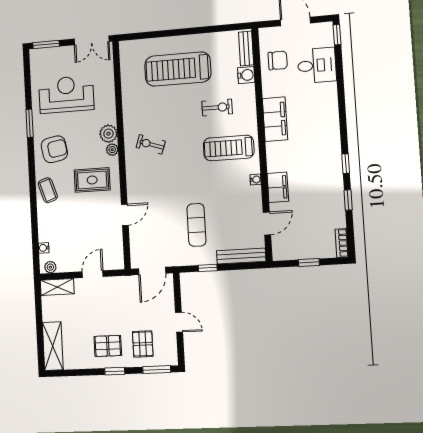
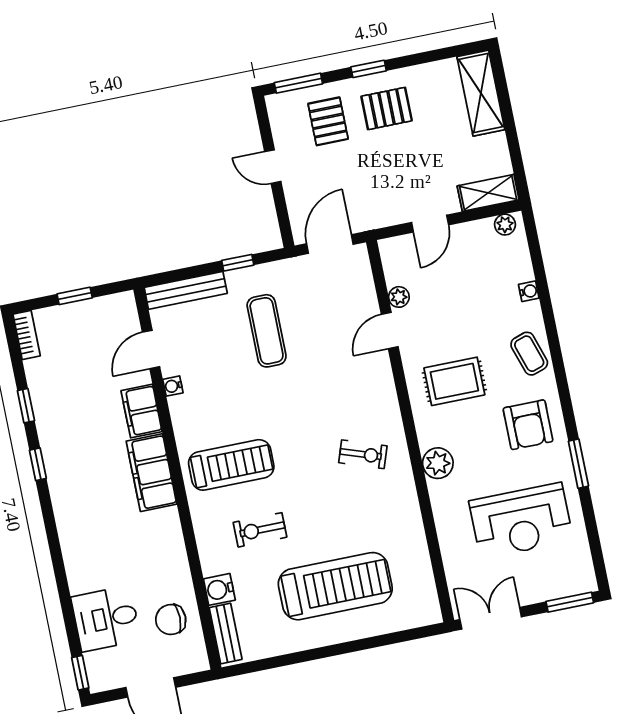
filing cabinet: (275, 119) -> (152, 473), moved
armchair: (54, 149) -> (528, 425), turned -80
plant: (112, 150) -> (399, 297), moved
water cooler: (256, 180) -> (173, 386), moved
water cooler: (44, 248) -> (529, 291), moved

